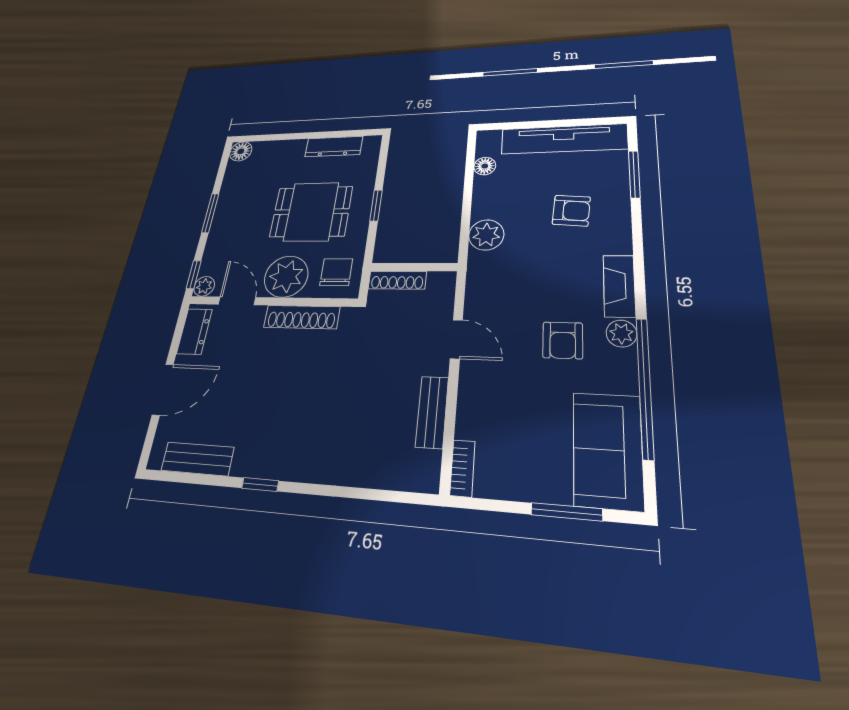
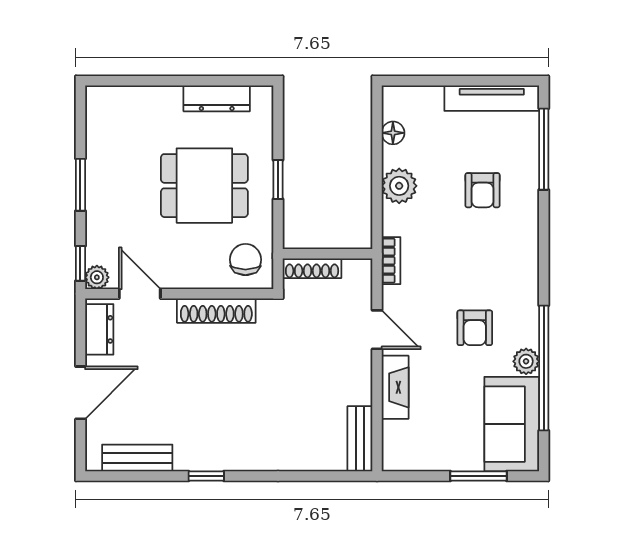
tv unit: (564, 139) -> (492, 98), width x0.73, depth x0.78
floor lamp: (241, 151) -> (99, 99), removed
window: (634, 174) -> (544, 149), width x1.44
armchair: (571, 211) -> (482, 190), turned 85
plant: (486, 235) -> (399, 186), moved
plant: (286, 276) -> (190, 265), removed
fireplace: (619, 286) -> (395, 387), moved, turned 180
plant: (621, 333) -> (526, 361), moved
bench: (432, 412) -> (360, 439), moved
bookcase: (462, 468) -> (391, 261), moved

